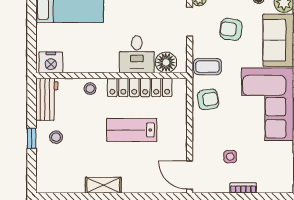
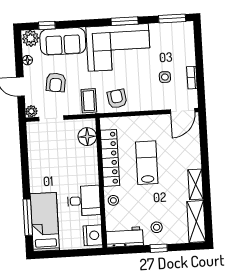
desk: (137, 54) -> (84, 201), moved
lab bench: (132, 130) -> (147, 163), turned 180
shelving: (60, 184) -> (196, 221), added
bookcase: (243, 188) -> (192, 78), moved

